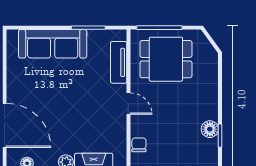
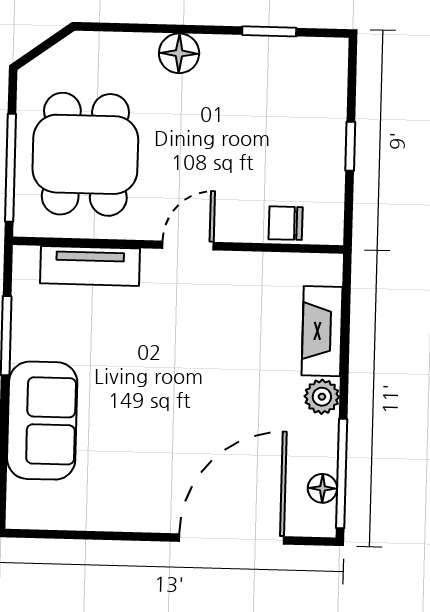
sofa: (53, 44) -> (42, 421), width x0.73
floor lamp: (210, 129) -> (179, 53), moved

